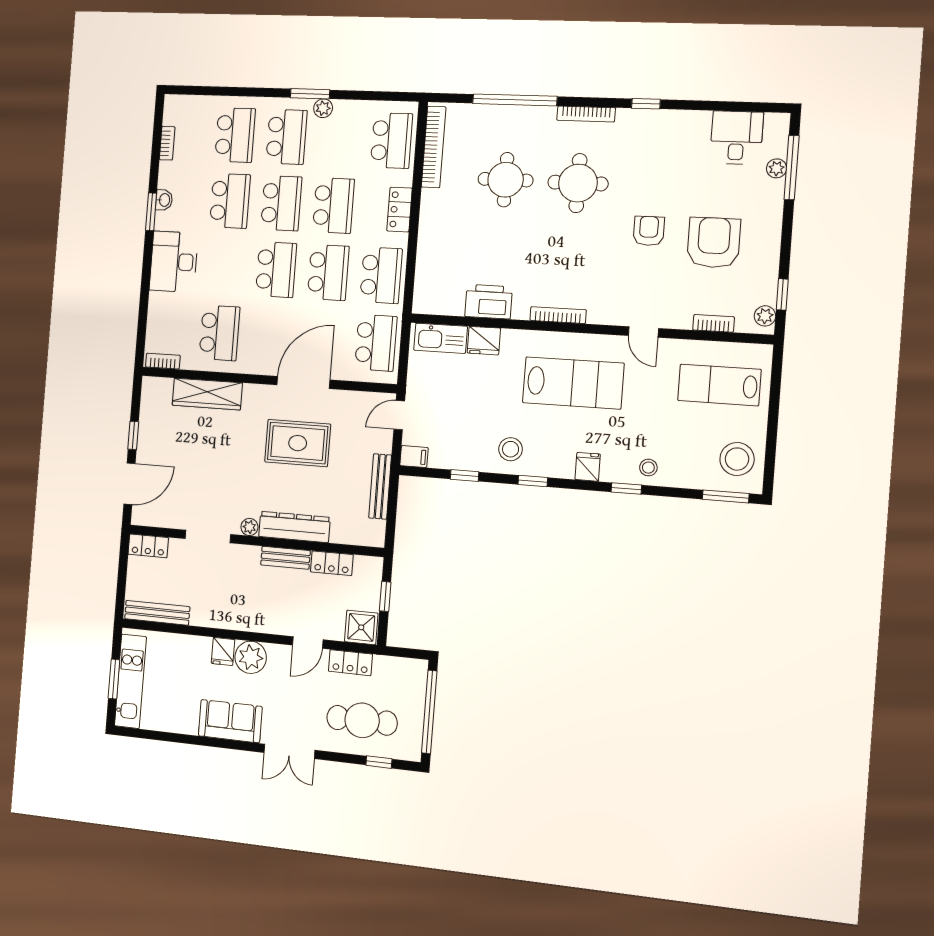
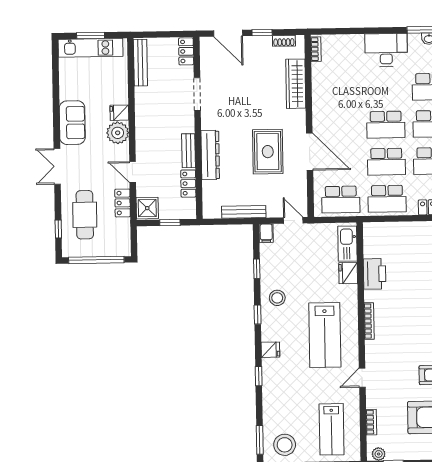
school desk: (219, 333) -> (339, 88), removed
lab bench: (719, 385) -> (332, 429), turned 180
shoe rack: (147, 406) -> (284, 41), added
stool: (648, 468) -> (274, 389), removed
plant: (249, 527) -> (207, 123), removed

